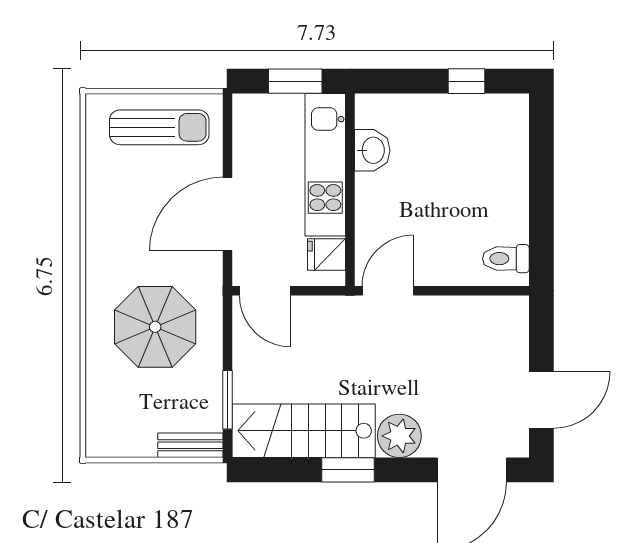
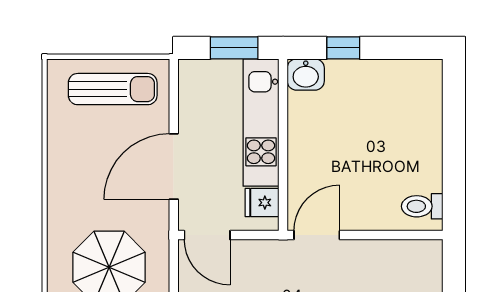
window: (467, 81) -> (343, 48), moved
washbasin: (372, 150) -> (306, 74), moved, turned 90

